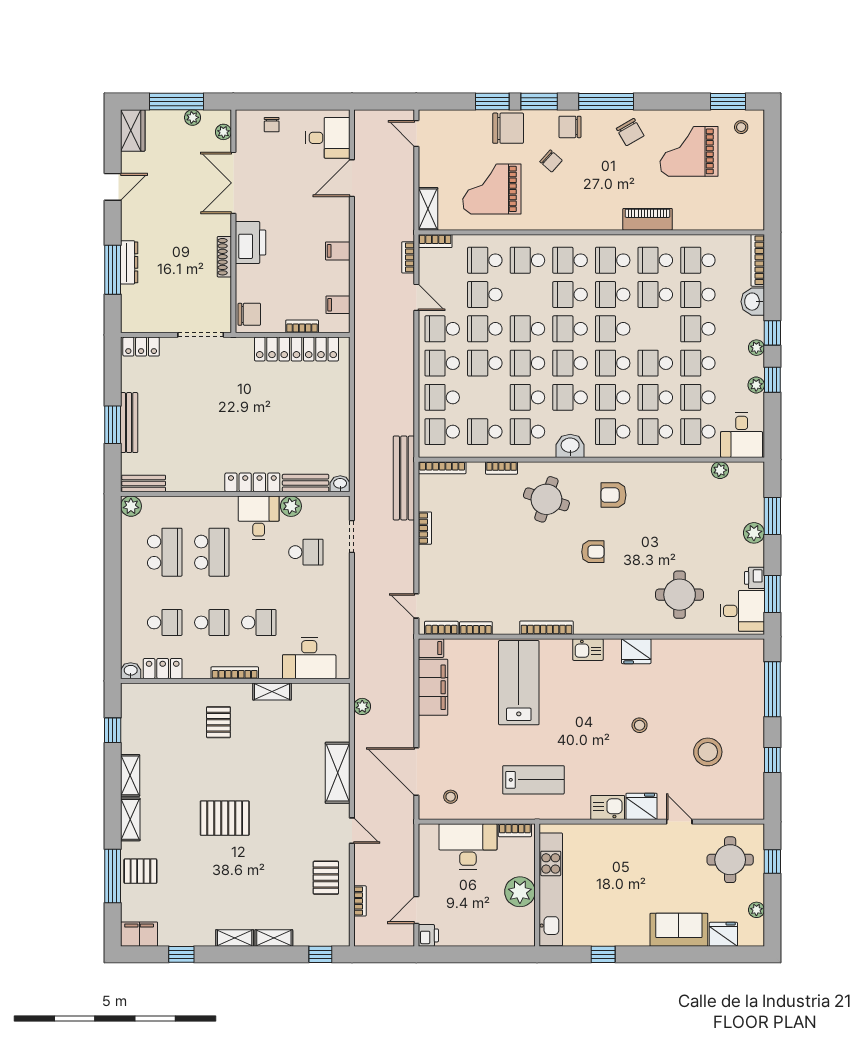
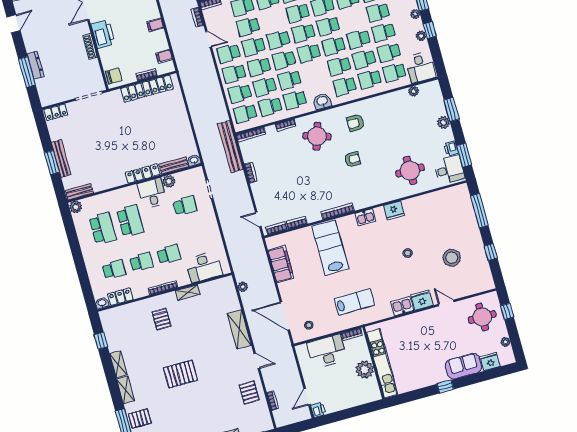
school desk: (570, 397) -> (265, 87), moved
filing cabinet: (431, 648) -> (273, 242), removed
window: (603, 954) -> (445, 387), moved

